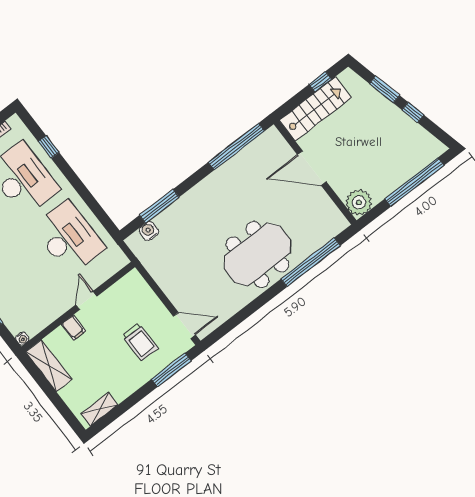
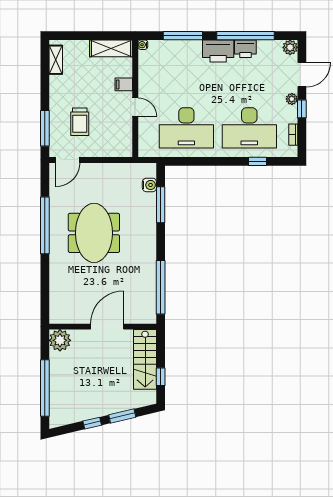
meeting table: (257, 254) -> (94, 233), moved
window: (311, 262) -> (45, 225), moved
trolley: (140, 342) -> (80, 122), turned -90

